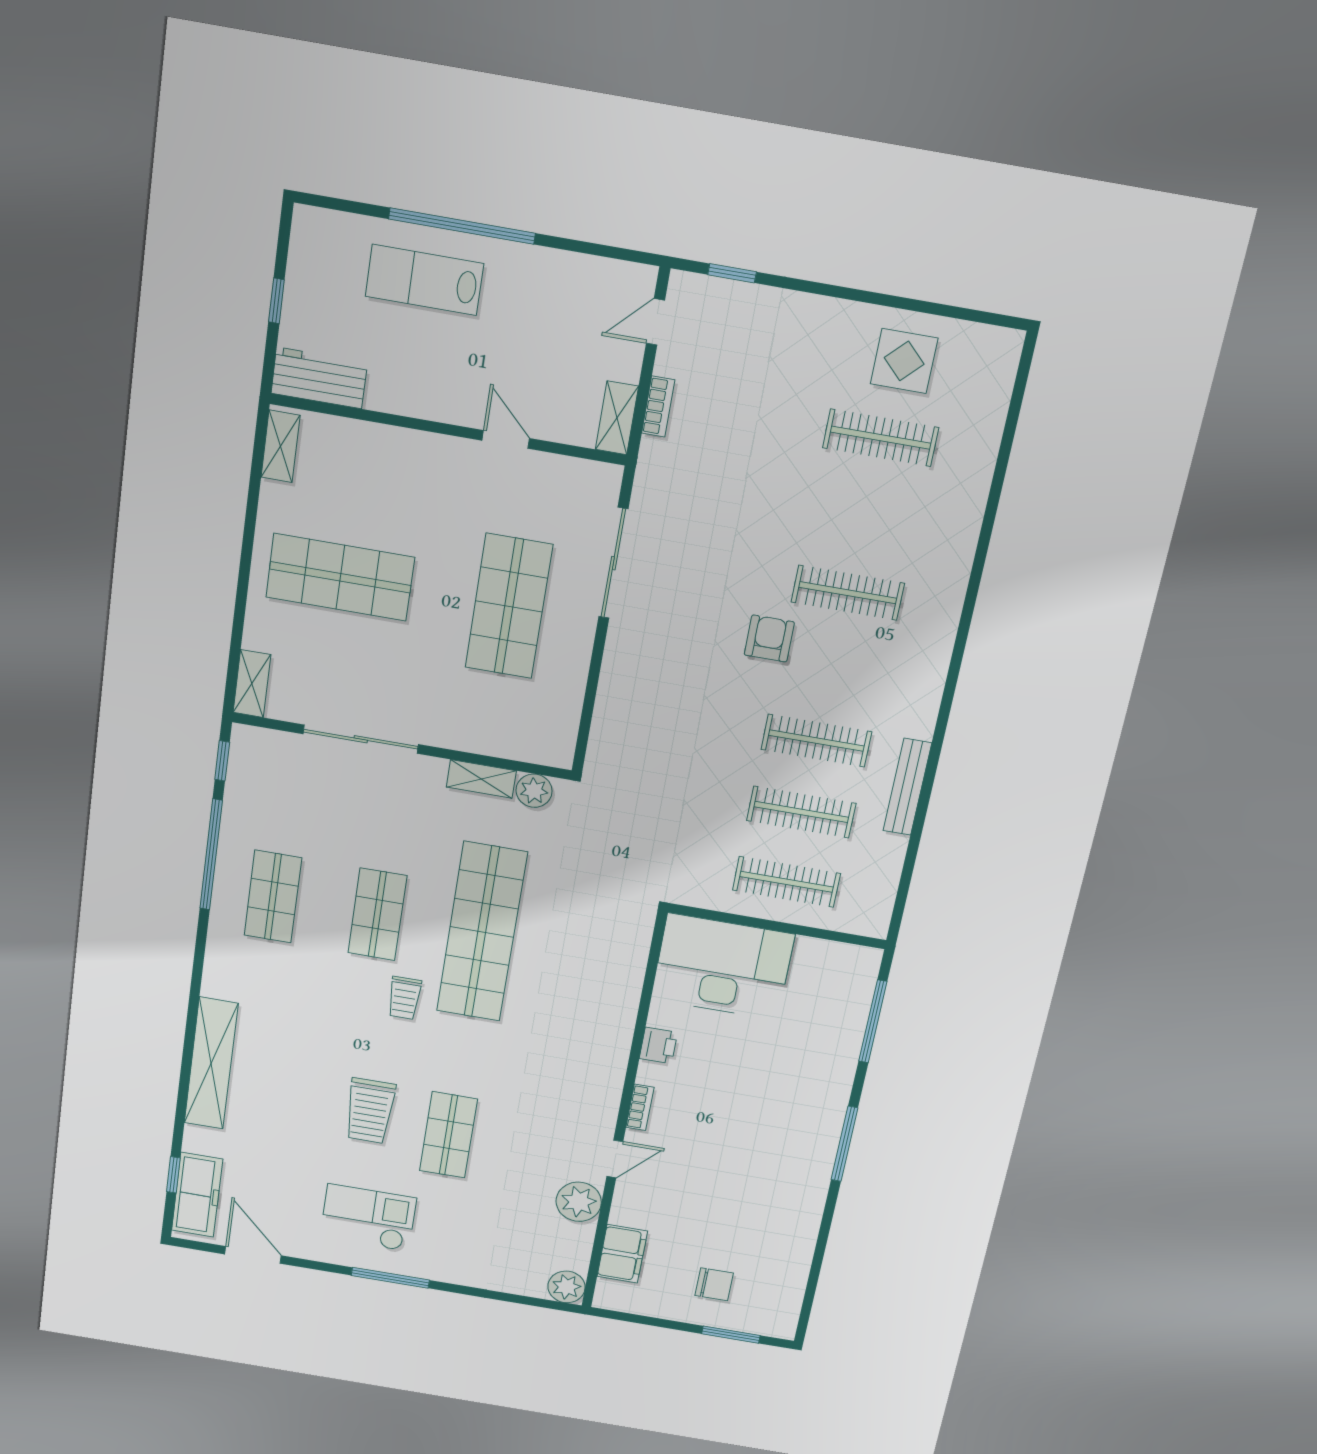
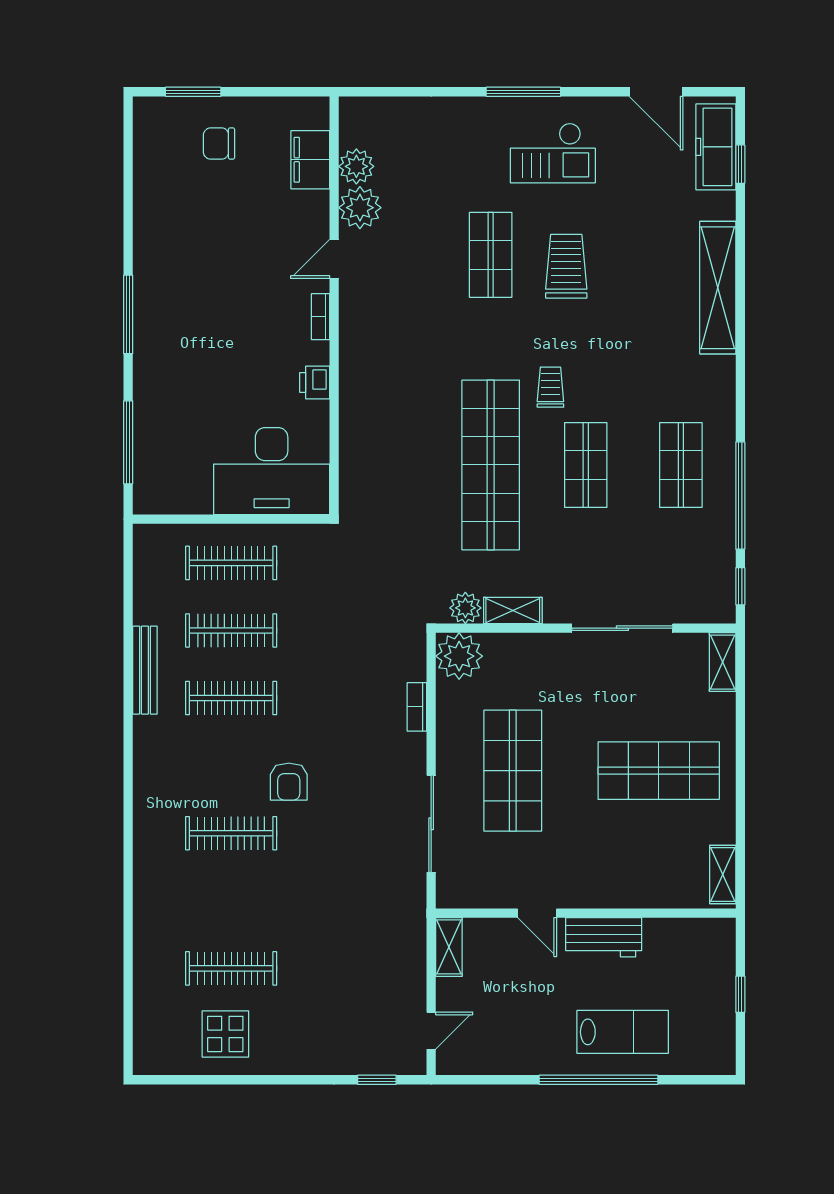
workbench: (319, 378) -> (604, 937), moved
bookcase: (658, 406) -> (417, 707), moved
plant: (550, 741) -> (459, 656), added
plant: (566, 1287) -> (356, 166), moved

